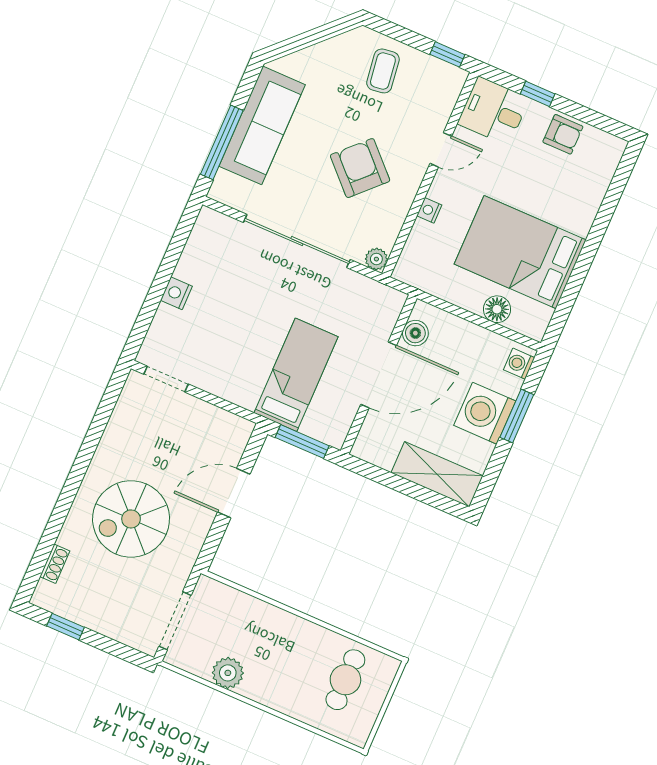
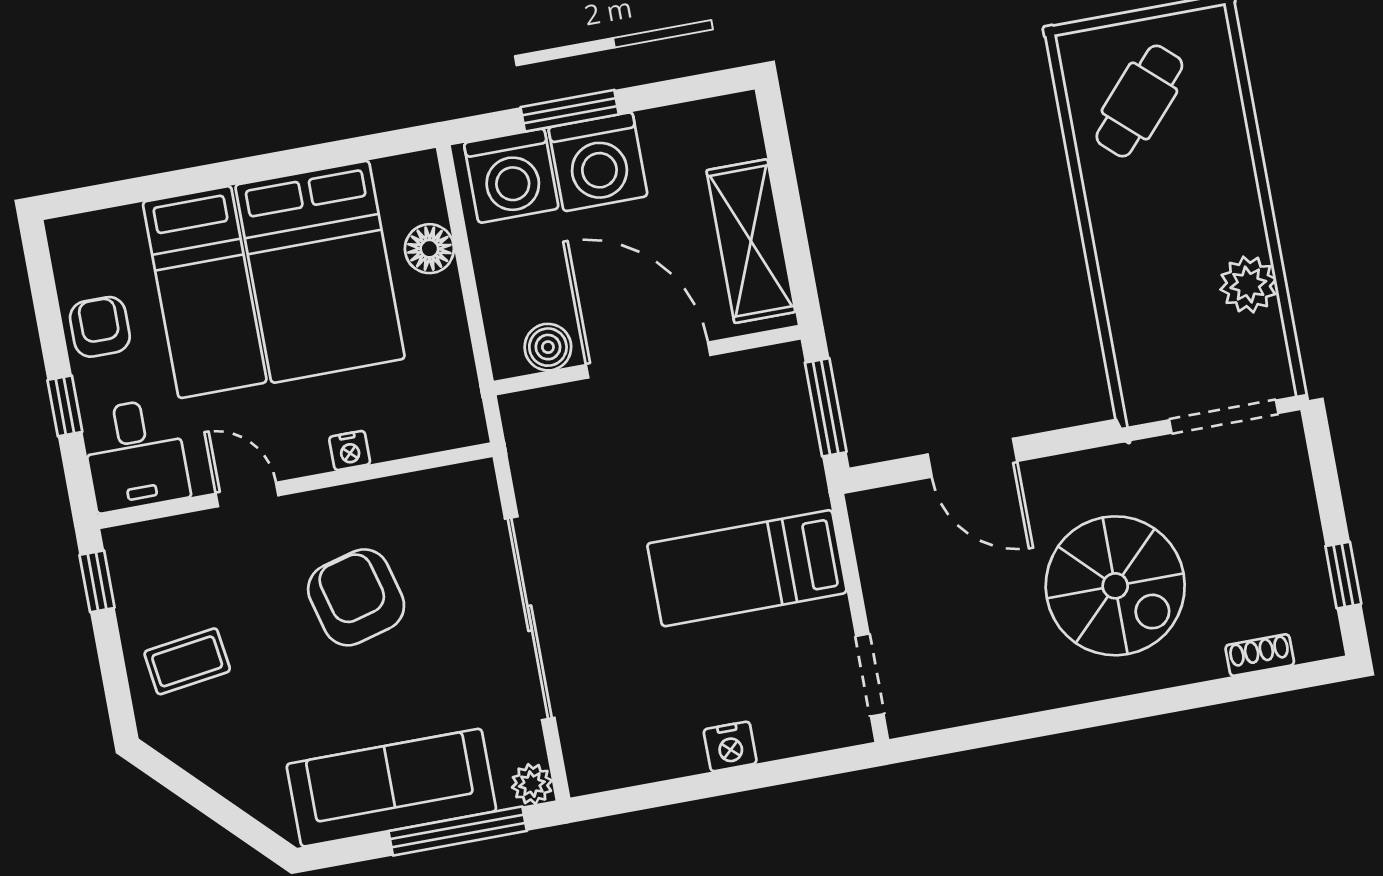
armchair: (360, 168) -> (356, 597), turned 120
bed: (546, 193) -> (205, 292), added
plant: (376, 259) -> (532, 784), moved
washing machine: (519, 364) -> (511, 176), width x1.89, depth x1.89
bed: (296, 375) -> (747, 568), moved
shelving: (437, 474) -> (751, 241), moved
cafe table: (345, 680) -> (1139, 101), turned -48

